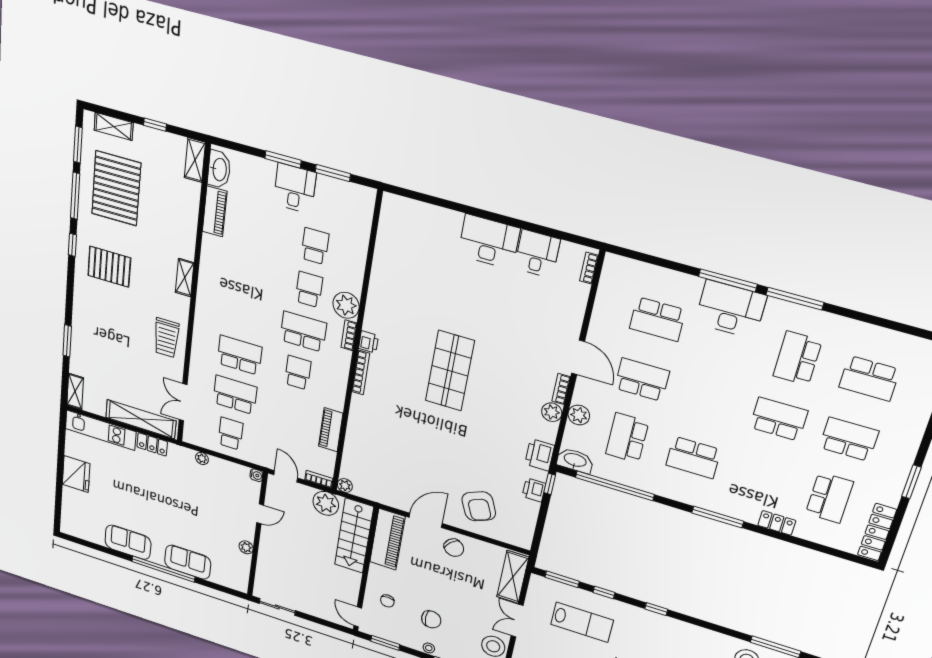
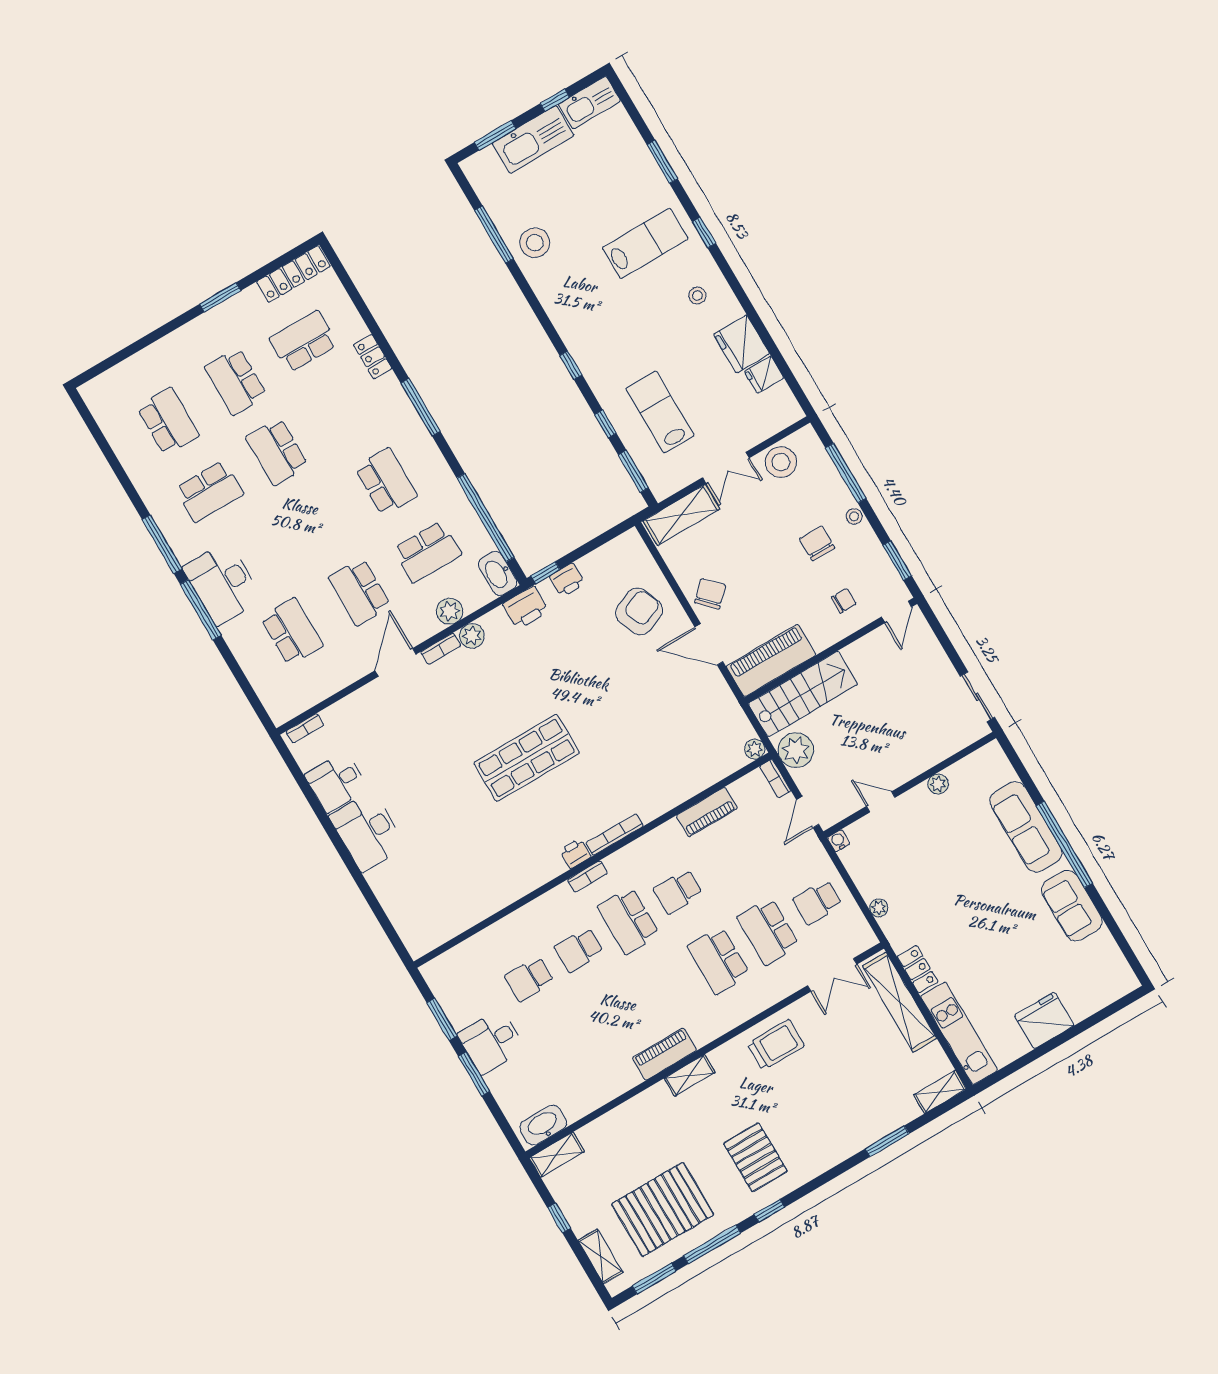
piano: (215, 211) -> (664, 1054), moved
plant: (346, 305) -> (559, 904), removed
sofa: (188, 562) -> (1026, 827), width x1.36

